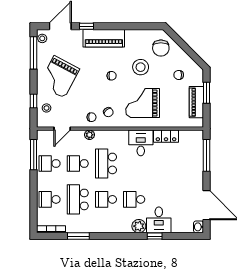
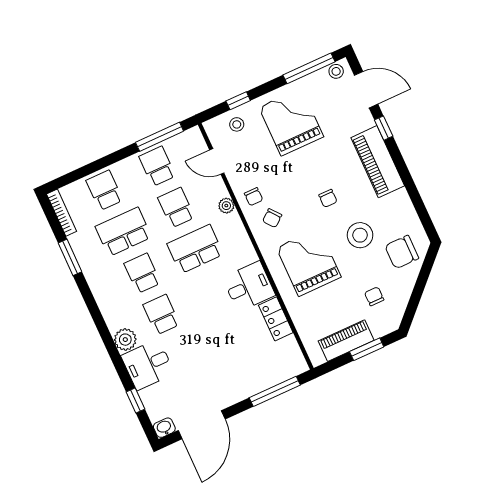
grand piano: (59, 77) -> (291, 122), turned 62
window: (155, 236) -> (136, 400), moved

